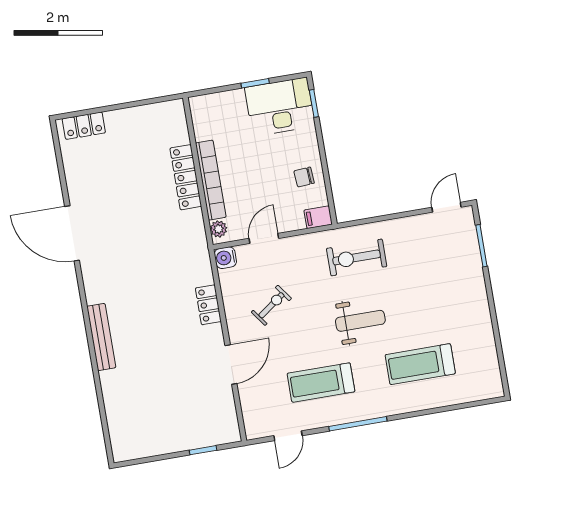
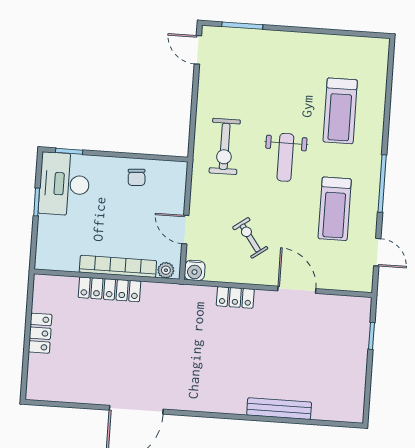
locker: (84, 126) -> (40, 333), moved
filing cabinet: (318, 217) -> (178, 173), removed
weight bench: (360, 321) -> (285, 157), turned 180
bench: (101, 337) -> (279, 409), moved

